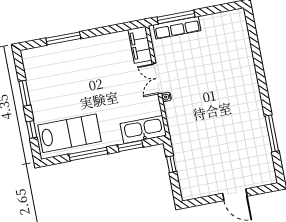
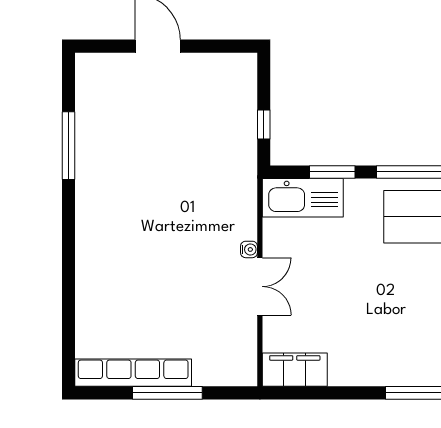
window: (176, 17) -> (167, 393), moved
row of seats: (177, 28) -> (133, 373), moved, width x1.36
filing cabinet: (140, 45) -> (295, 370), moved, turned -90

